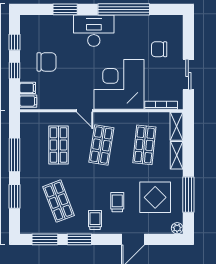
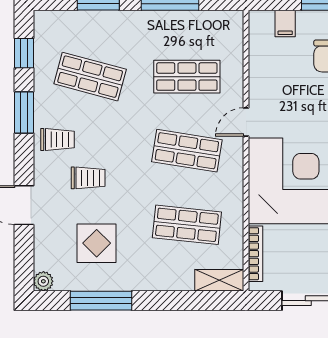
filing cabinet: (28, 101) -> (263, 25), removed
shelving: (177, 155) -> (169, 280), removed
display table: (155, 197) -> (97, 243), width x0.73, depth x0.73
shop shelf: (58, 201) -> (90, 77), turned 36
window: (45, 239) -> (24, 53), width x0.67

